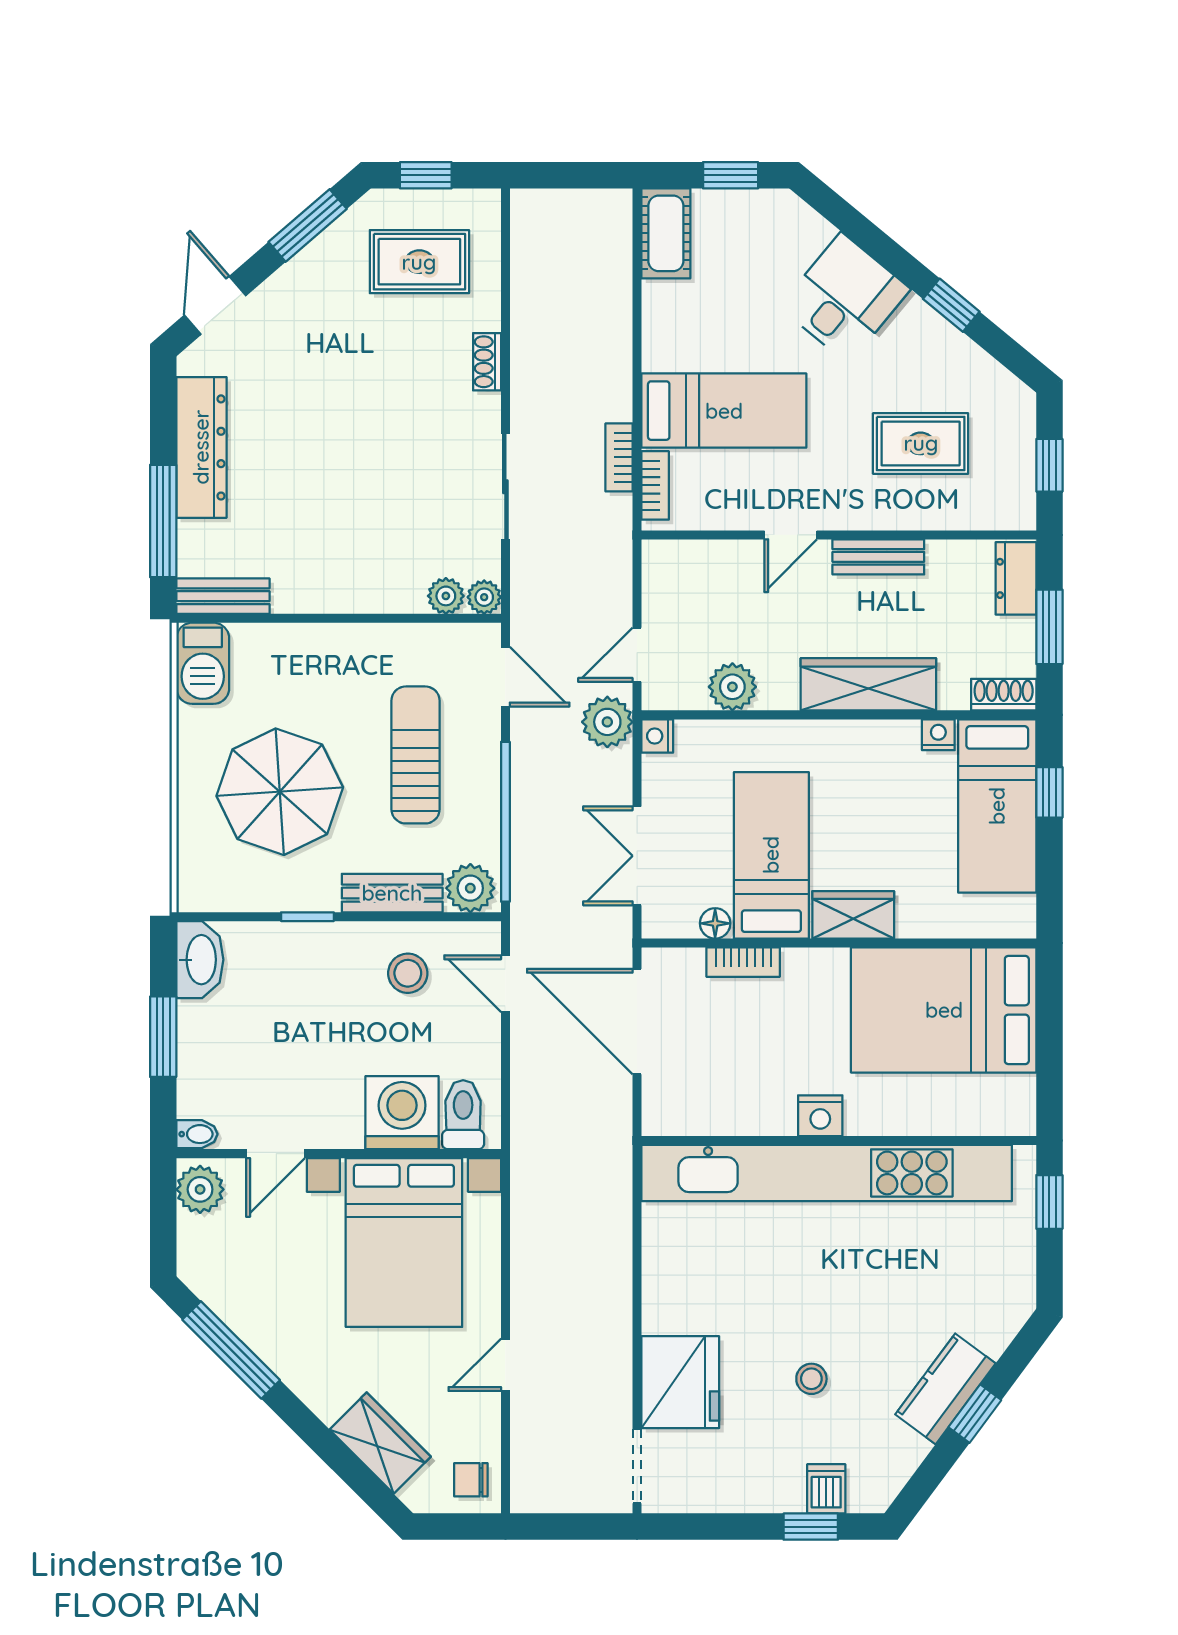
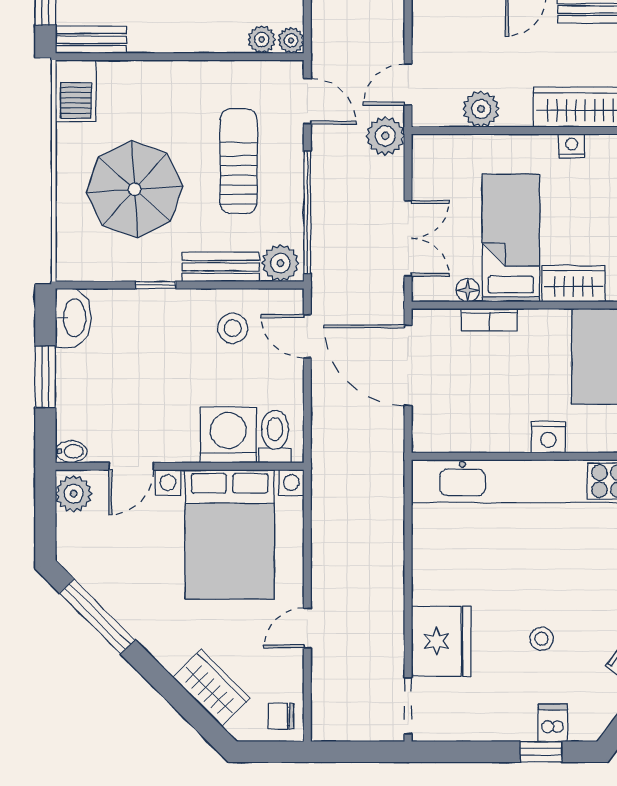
nightstand: (657, 736) -> (572, 146), moved, turned 90
double door: (637, 856) -> (408, 238), swing flipped

